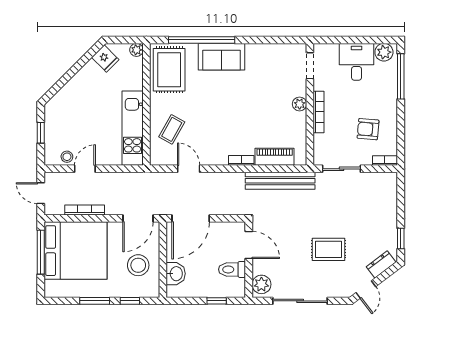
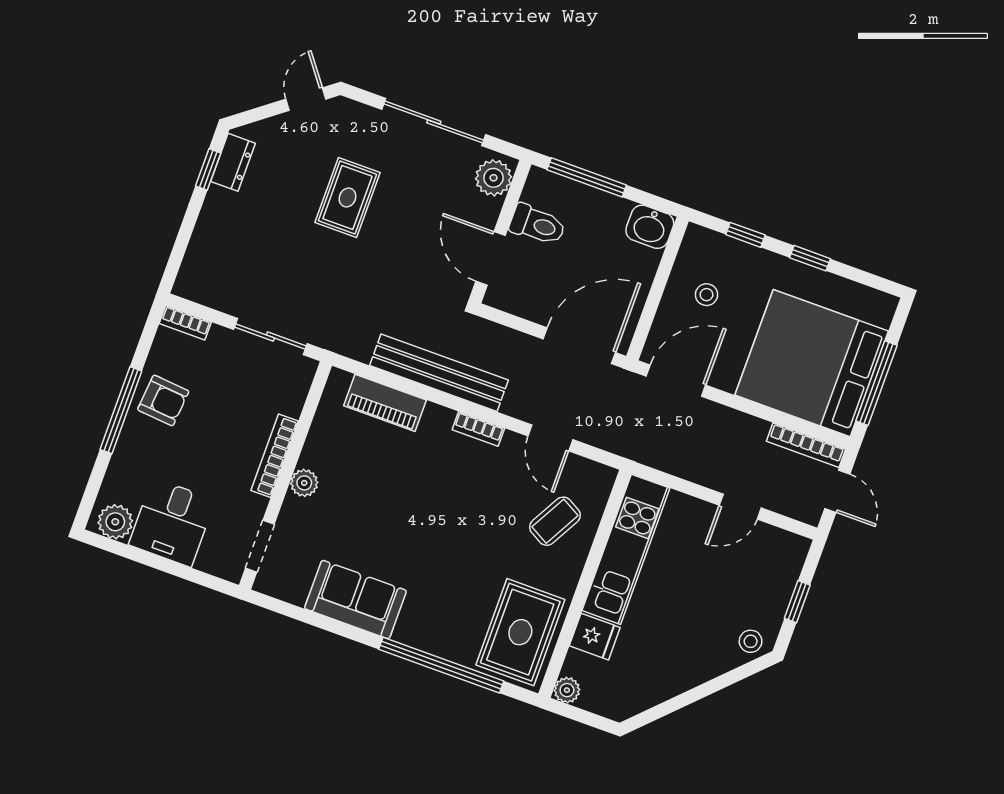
sofa: (221, 57) -> (355, 600), moved
fridge: (105, 59) -> (595, 637), moved, turned 135
window: (401, 76) -> (121, 410), moved
armchair: (368, 129) -> (163, 400), moved
stool: (67, 157) -> (751, 641), moved
bookcase: (241, 160) -> (478, 429), moved
bench: (280, 181) -> (439, 373), moved
bookcase: (85, 210) -> (806, 445), moved
rug: (329, 249) -> (347, 198), turned 90
stool: (138, 265) -> (707, 295), width x0.53, depth x0.53
dresser: (381, 265) -> (233, 162), moved, turned -53
washbasin: (176, 274) -> (650, 227), moved, turned -90
window: (95, 301) -> (810, 258), width x0.67
window: (217, 301) -> (587, 177), width x2.17

